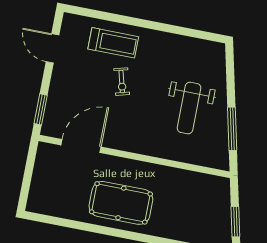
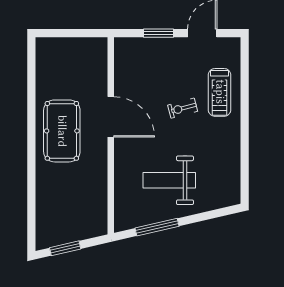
window: (41, 109) -> (159, 33), moved
door: (81, 146) -> (111, 117), moved

